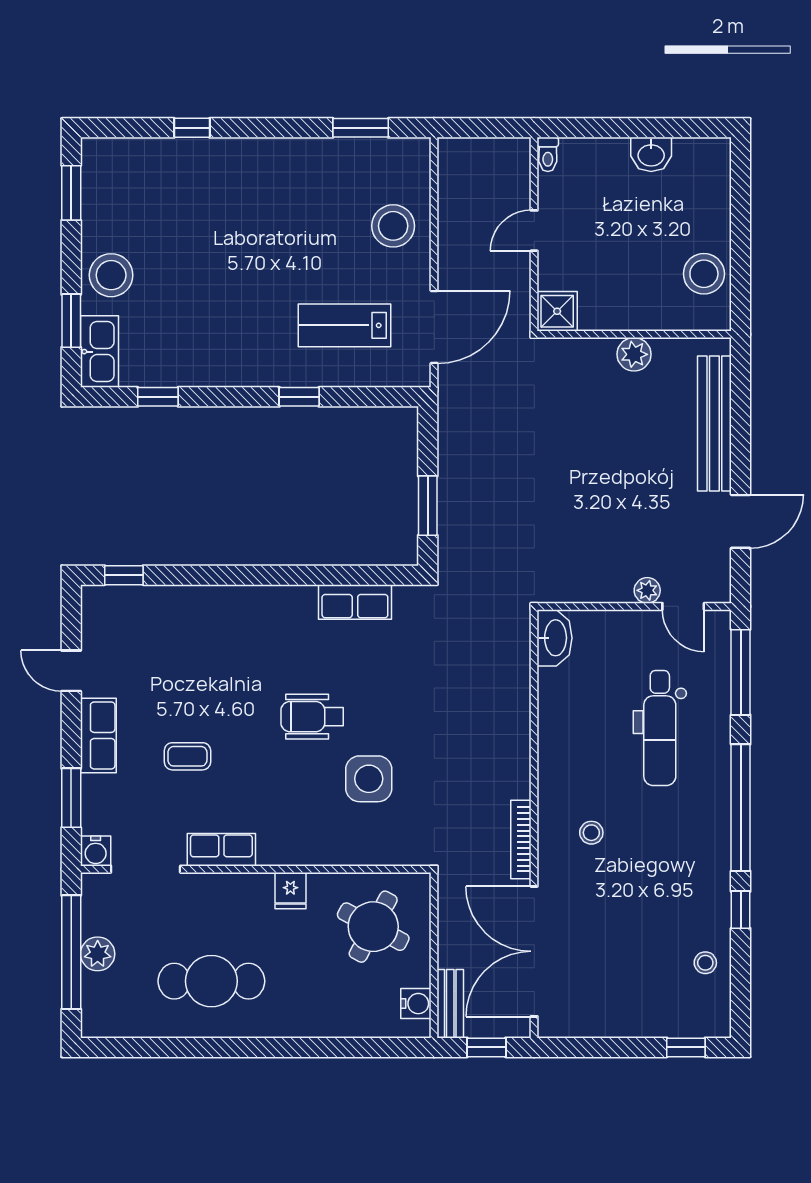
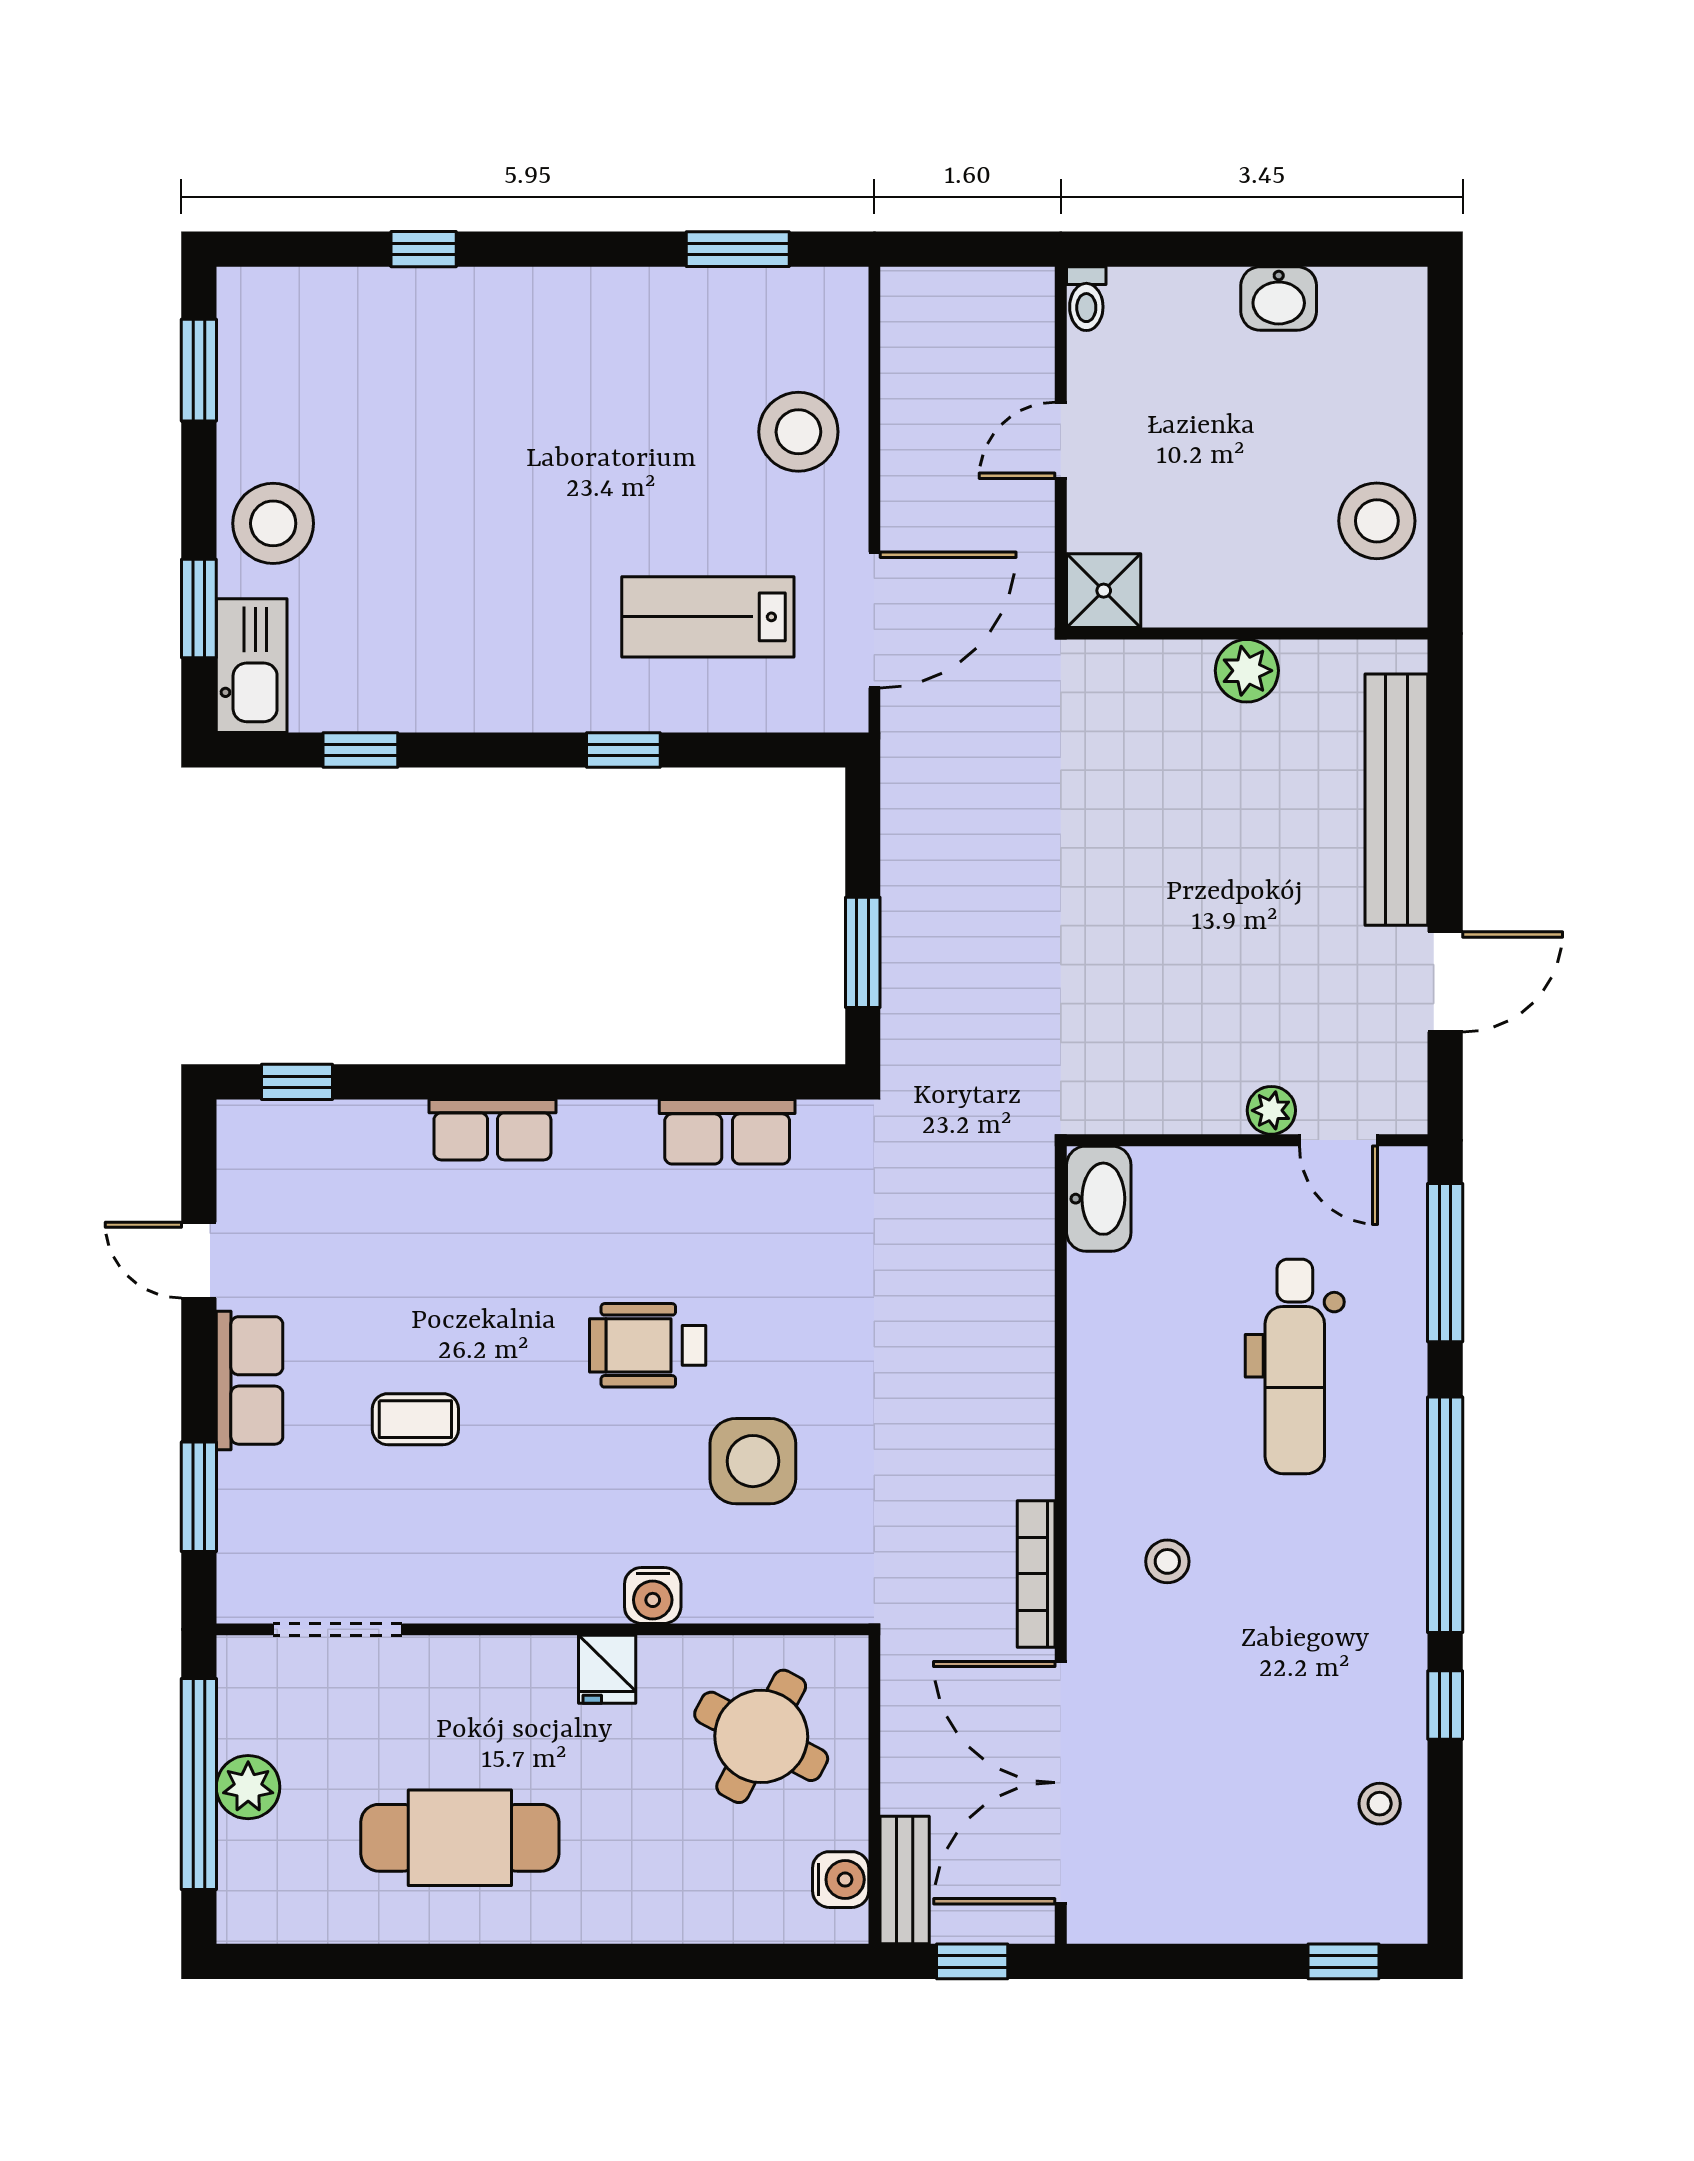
row of seats: (221, 850) -> (492, 1130), moved, turned 180
water cooler: (96, 851) -> (653, 1595), moved

